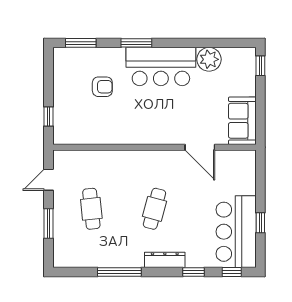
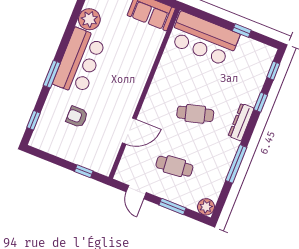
window: (81, 43) -> (33, 120), width x0.67
armchair: (102, 87) -> (77, 117), turned -90
door: (200, 147) -> (129, 131), moved
cafe table: (154, 209) -> (195, 114), turned -30
bar counter: (236, 232) -> (204, 39), moved
plant: (62, 258) -> (206, 207), added

